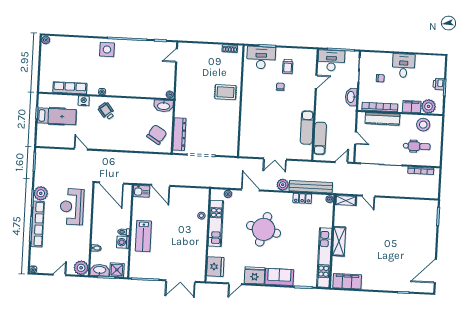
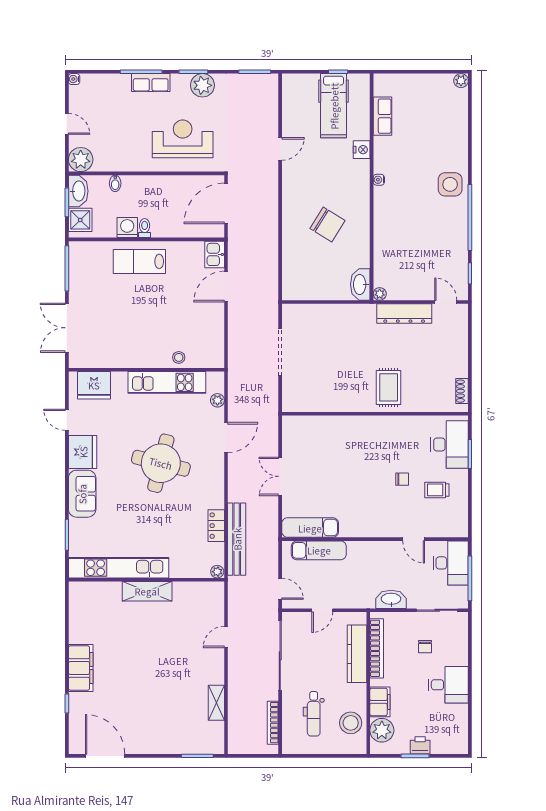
row of seats: (70, 88) -> (382, 116), width x0.68
wheelchair: (106, 111) -> (346, 189), removed
exam couch: (307, 128) -> (310, 528), moved
chair: (157, 134) -> (328, 224), moved
dresser: (179, 134) -> (404, 313), moved
plant: (283, 185) -> (238, 492), removed
shelving: (346, 200) -> (216, 703), moved
row of seats: (38, 224) -> (151, 83), width x0.50
filing cabinet: (347, 281) -> (81, 668), moved

